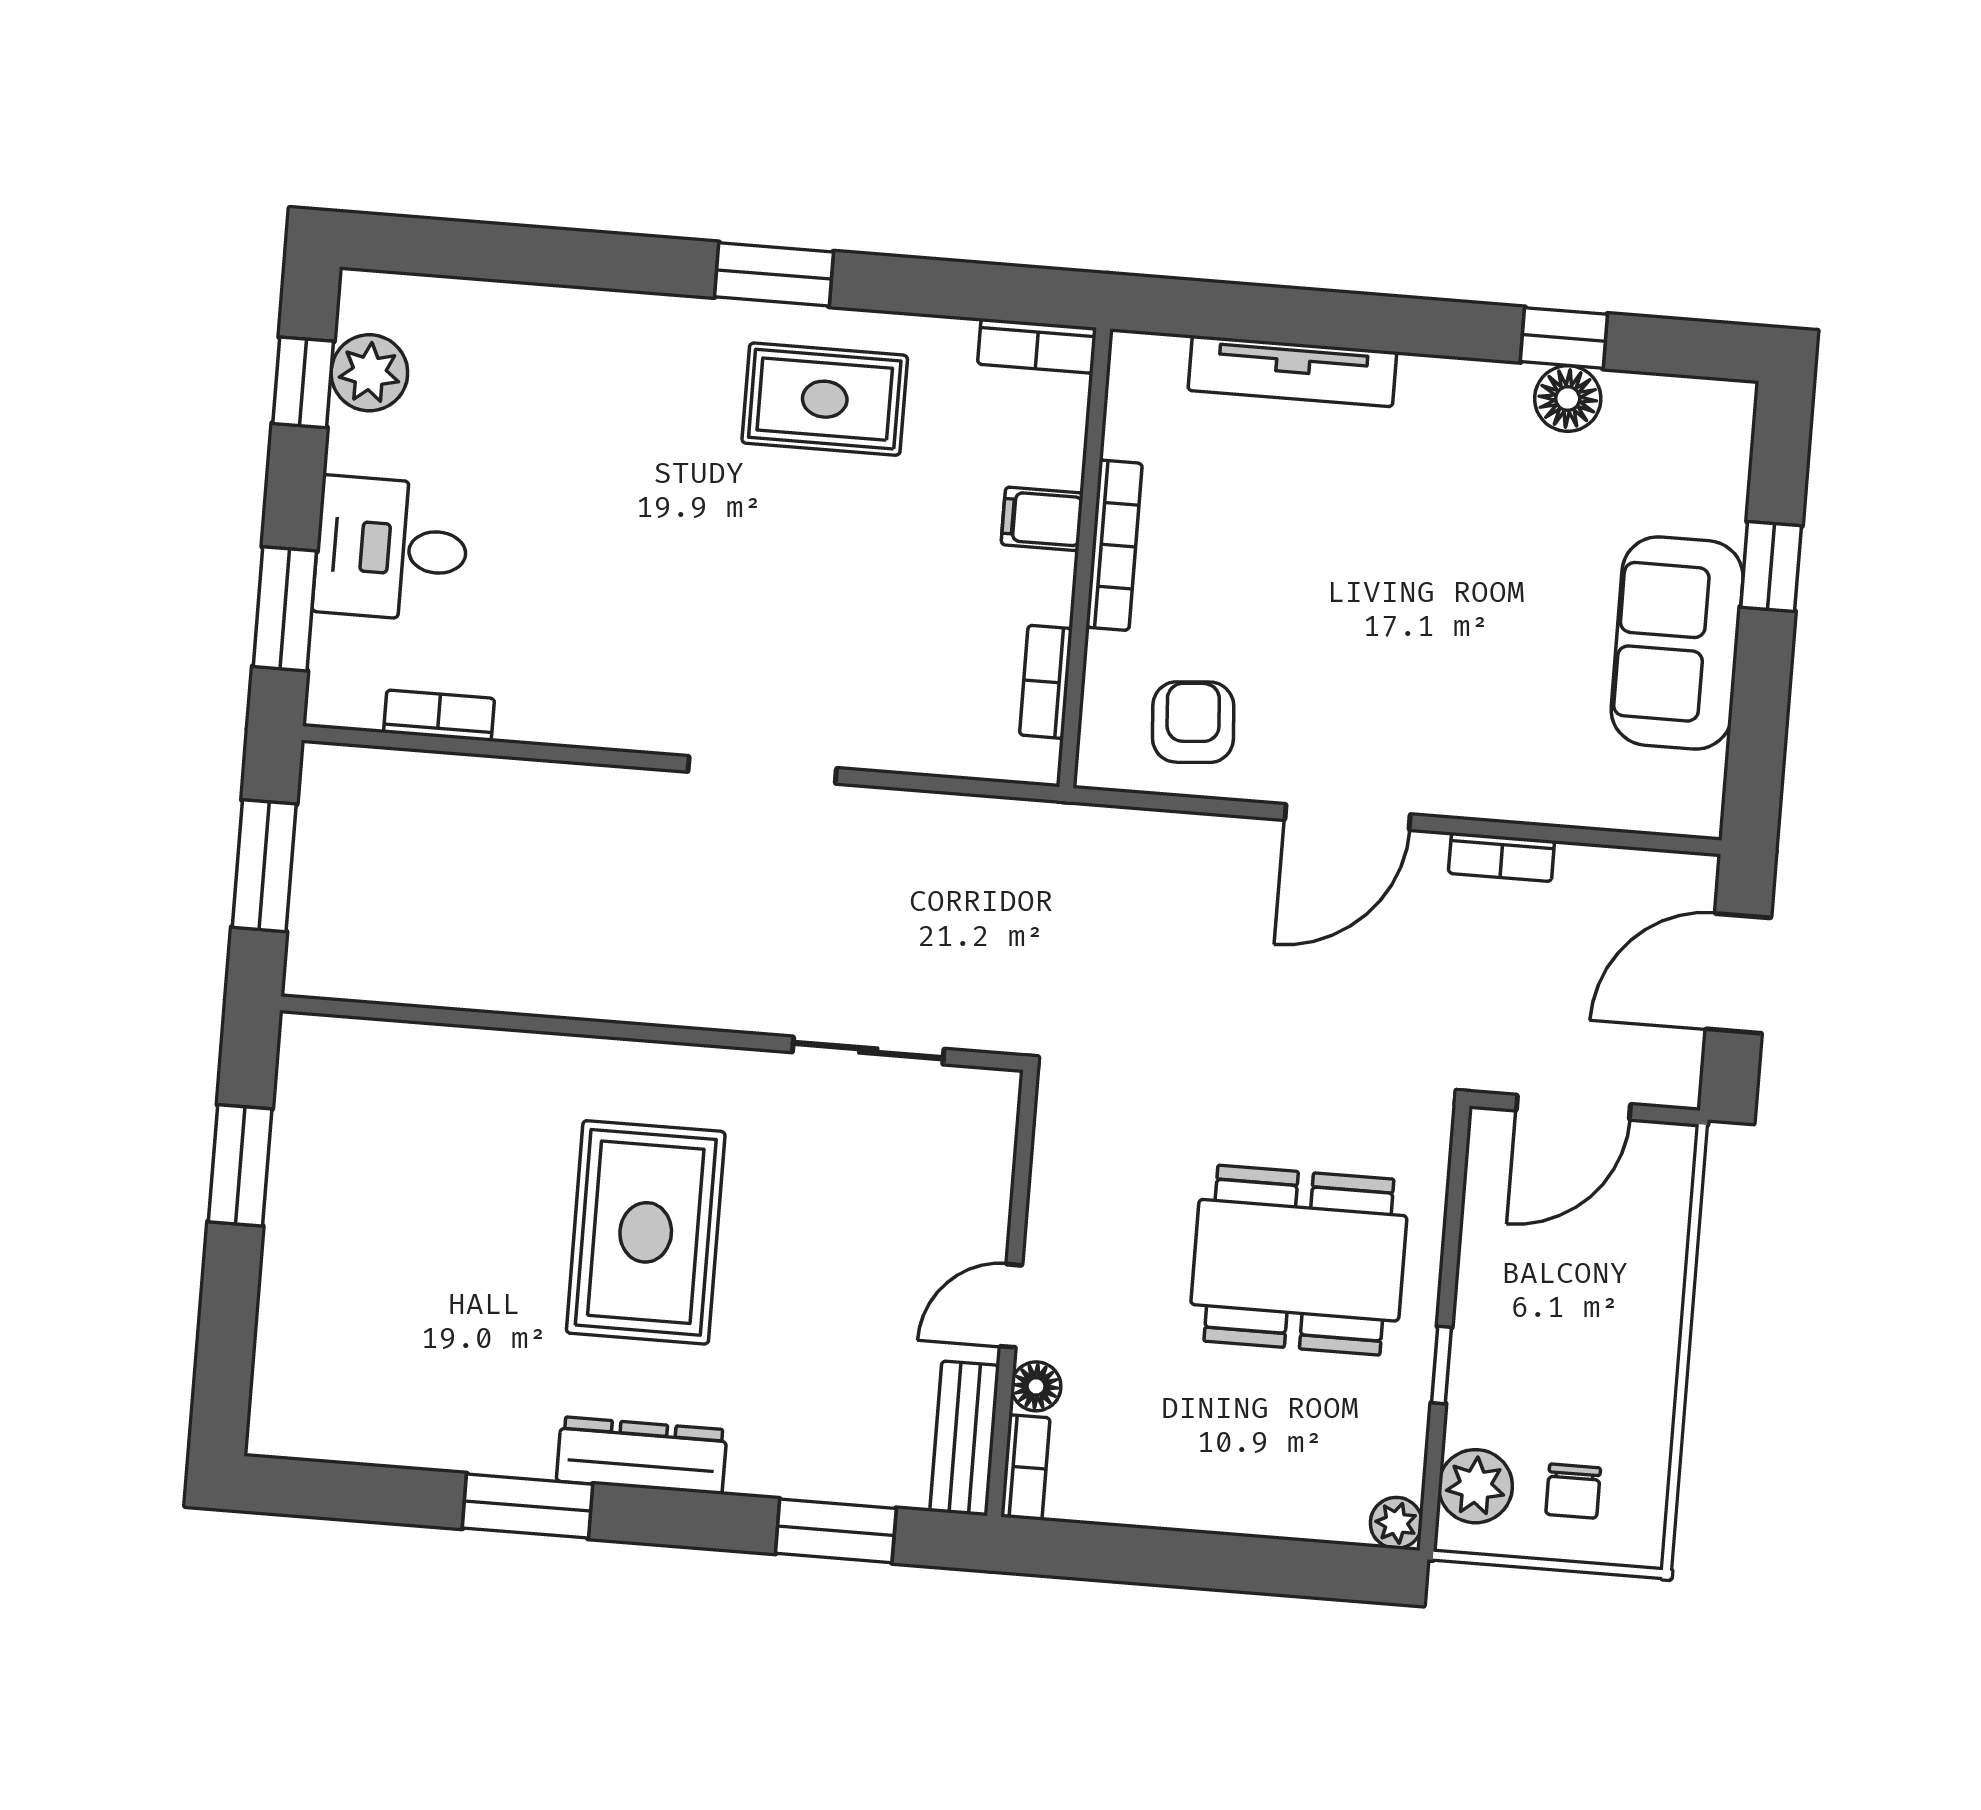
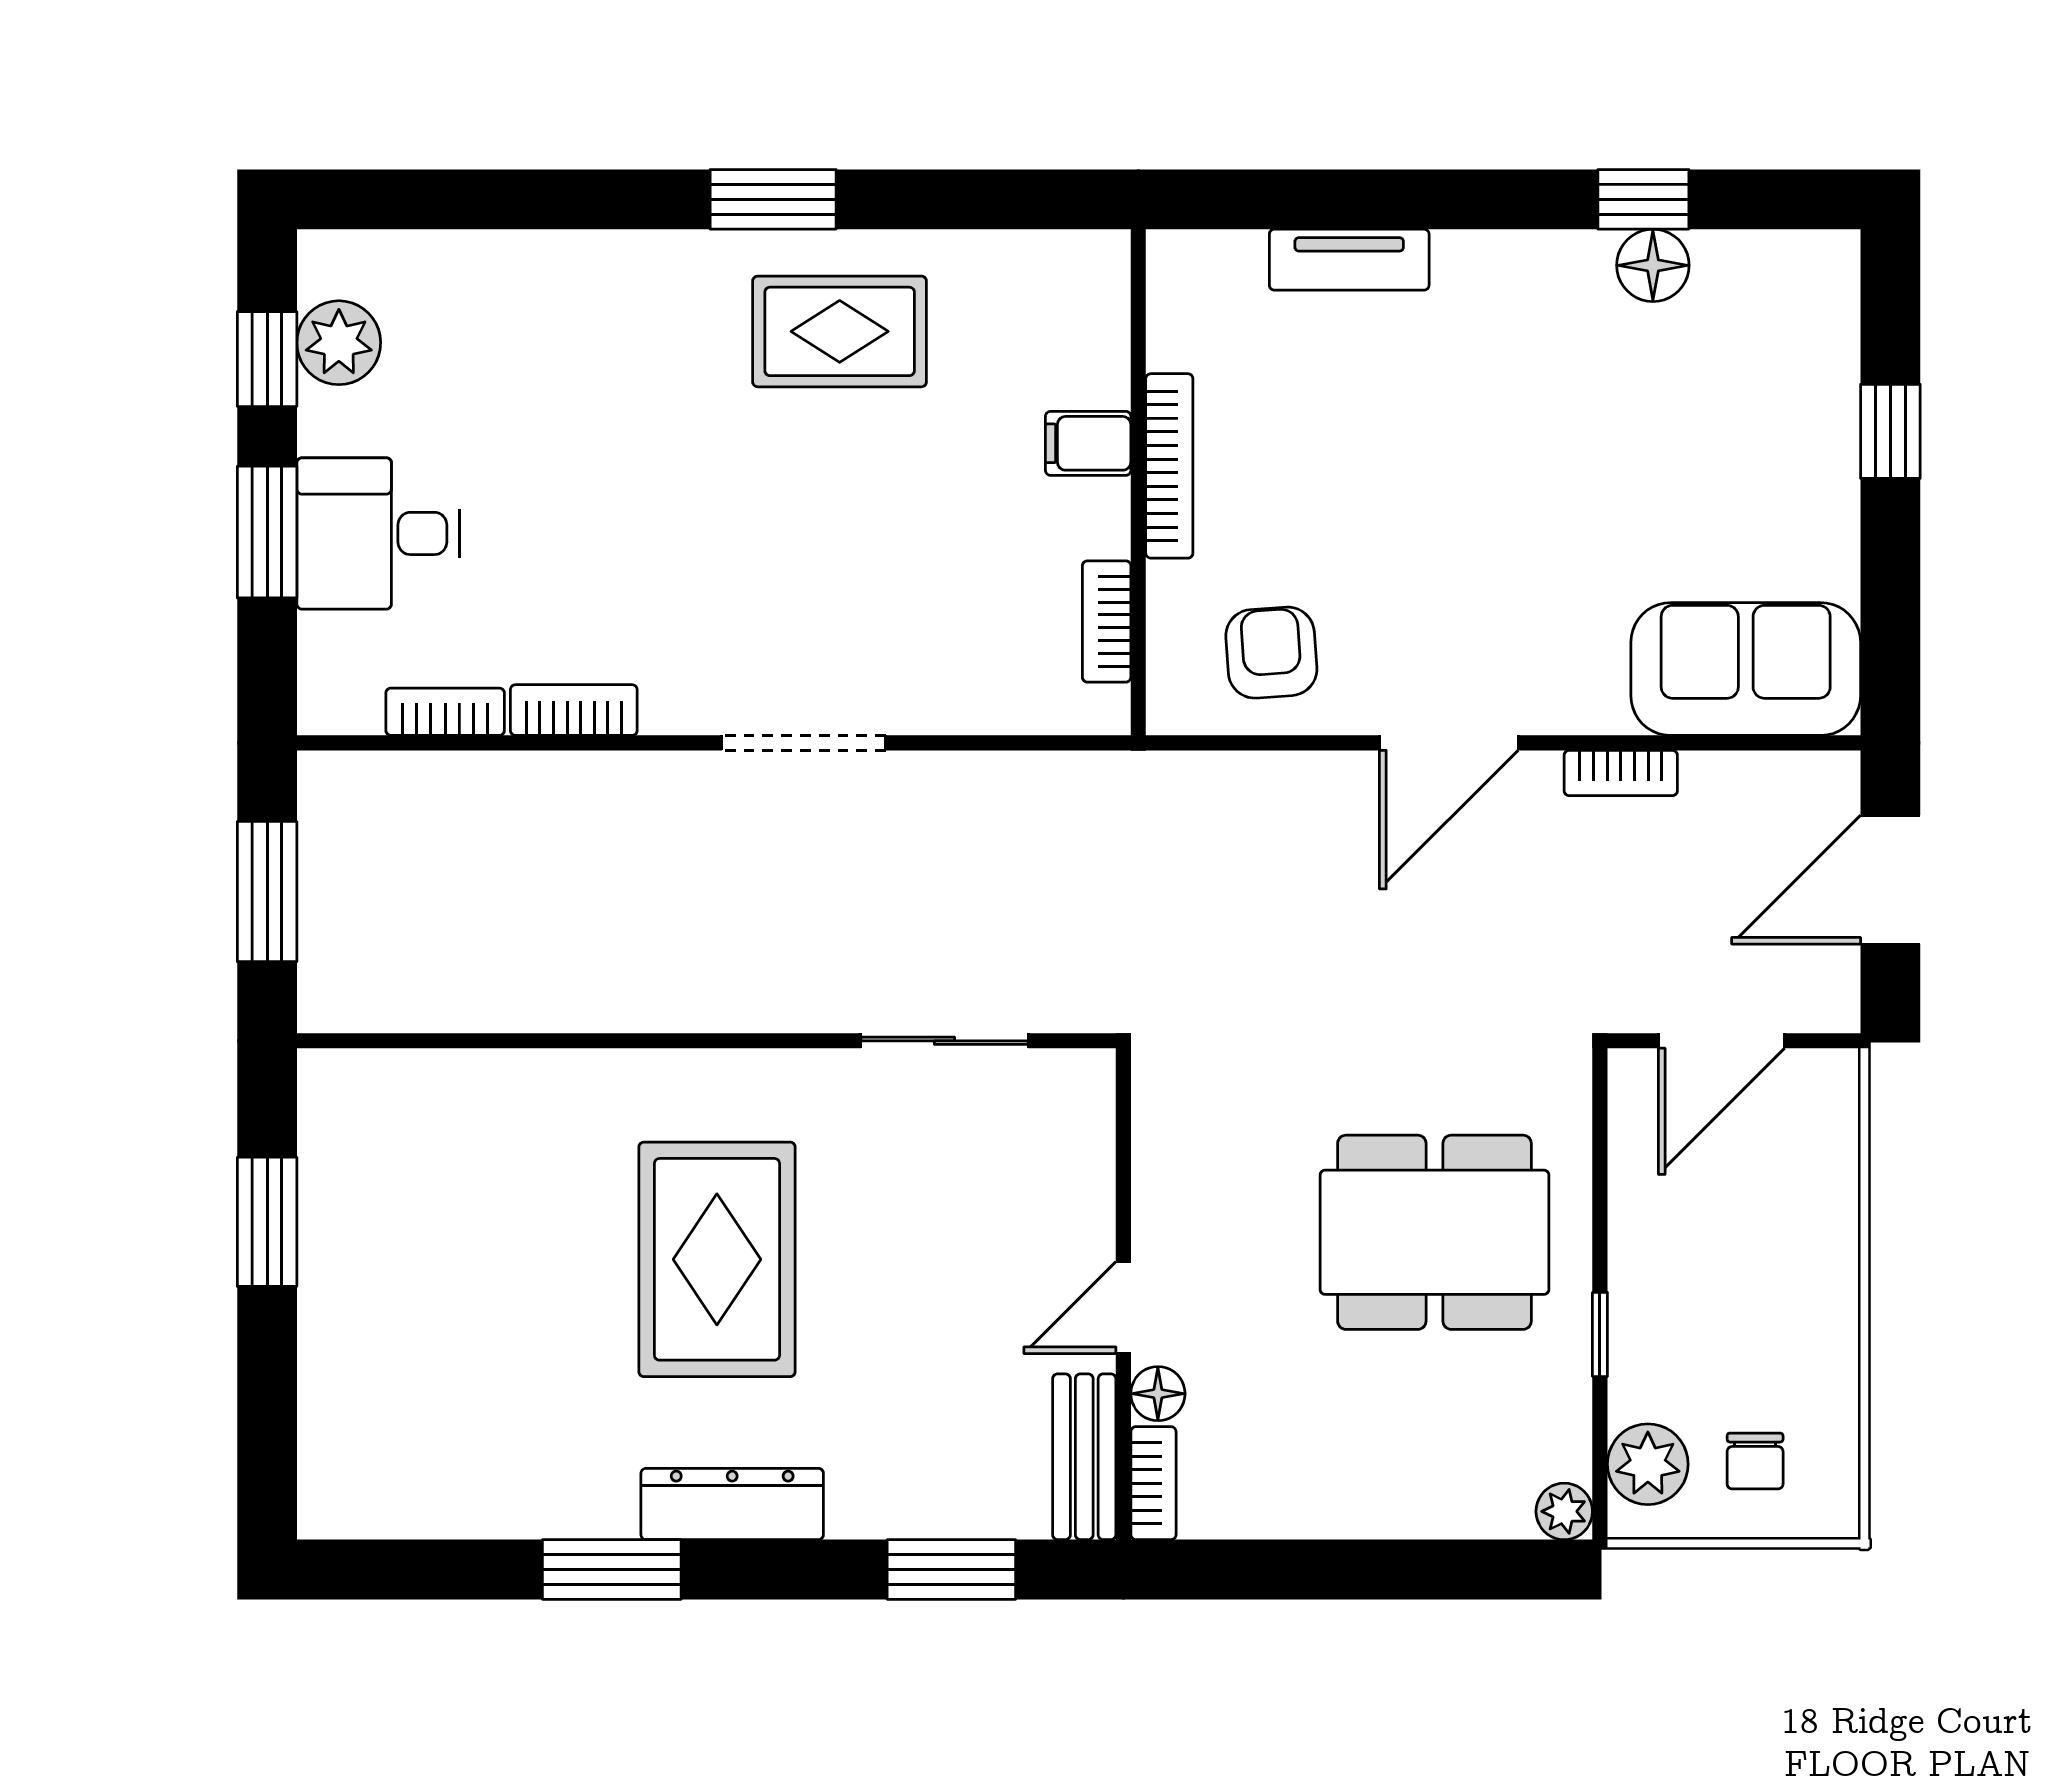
bookcase: (1037, 346) -> (574, 710), moved, turned 180
tv unit: (1292, 371) -> (1349, 260), width x0.71
window: (285, 609) -> (267, 532), moved
sofa: (1677, 643) -> (1746, 669), moved, turned 90

